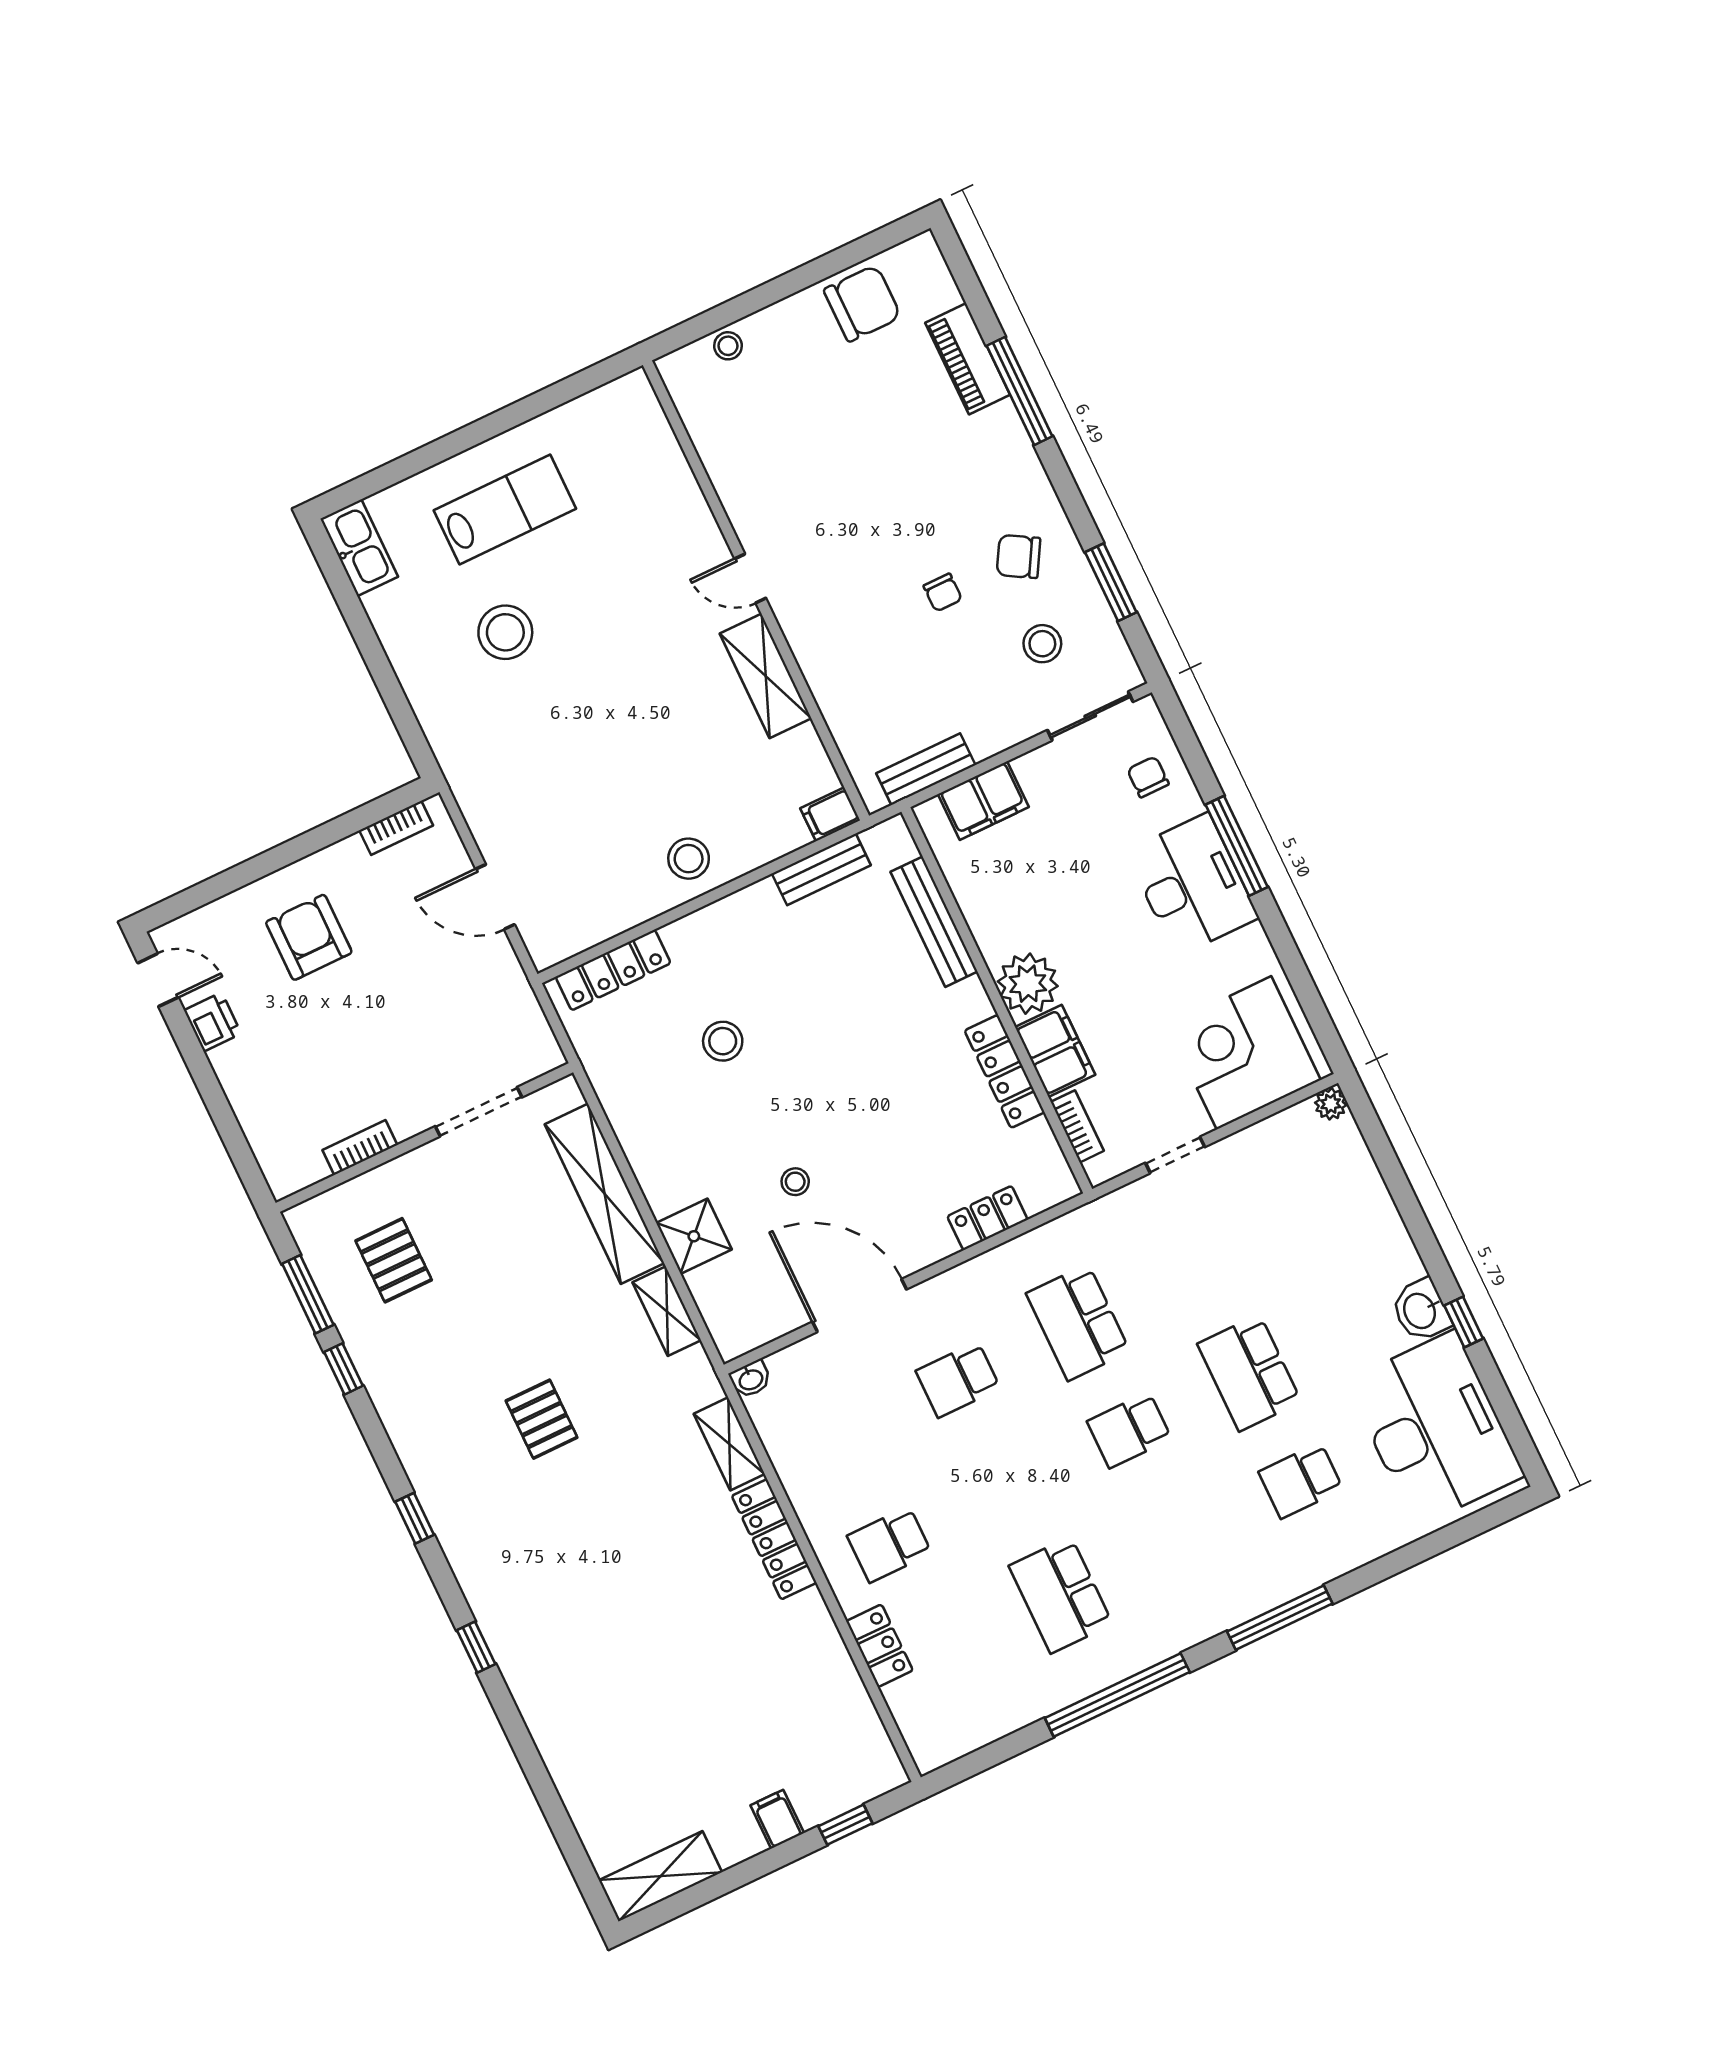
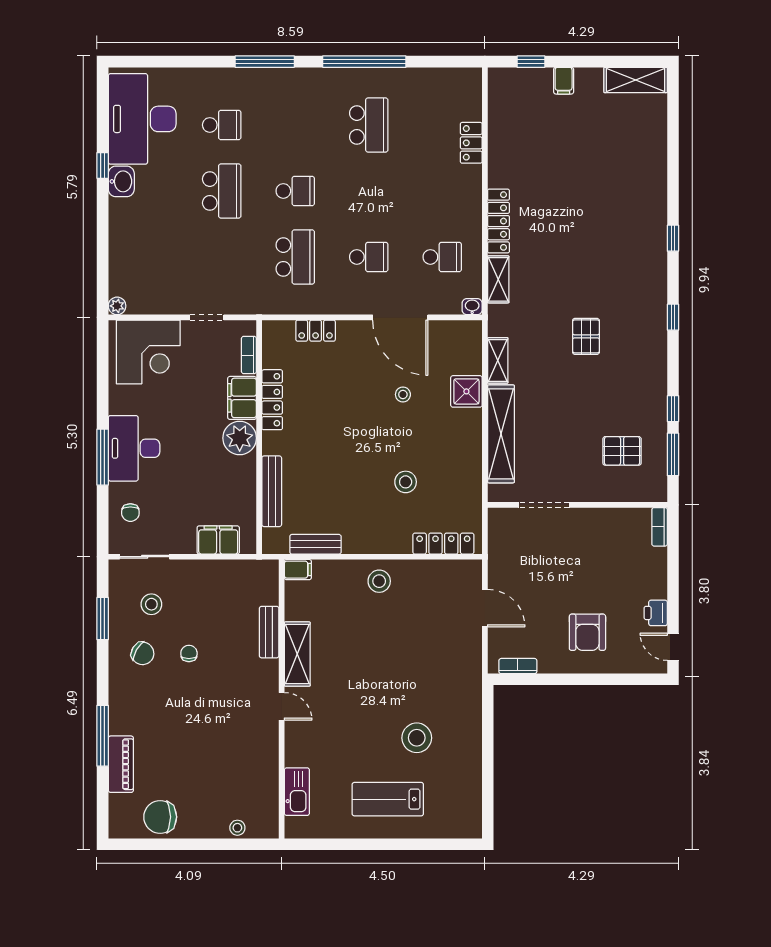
kitchen sink: (359, 548) -> (297, 792), moved, turned 180
bench: (926, 769) -> (269, 632), moved, turned 90
bookcase: (360, 1147) -> (660, 527), moved, turned 90
pallet: (394, 1260) -> (622, 451), turned 90
school desk: (889, 1545) -> (442, 257), moved

